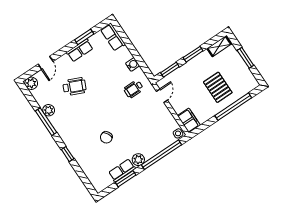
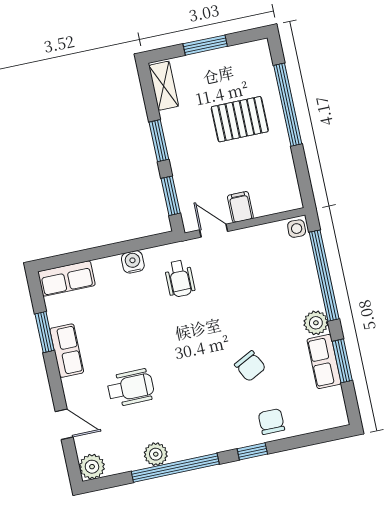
wheelchair: (74, 87) -> (131, 388), turned 66
filing cabinet: (189, 120) -> (240, 207), moved, width x0.50
window: (46, 122) -> (175, 468), width x1.46
chair: (85, 157) -> (271, 422), added

